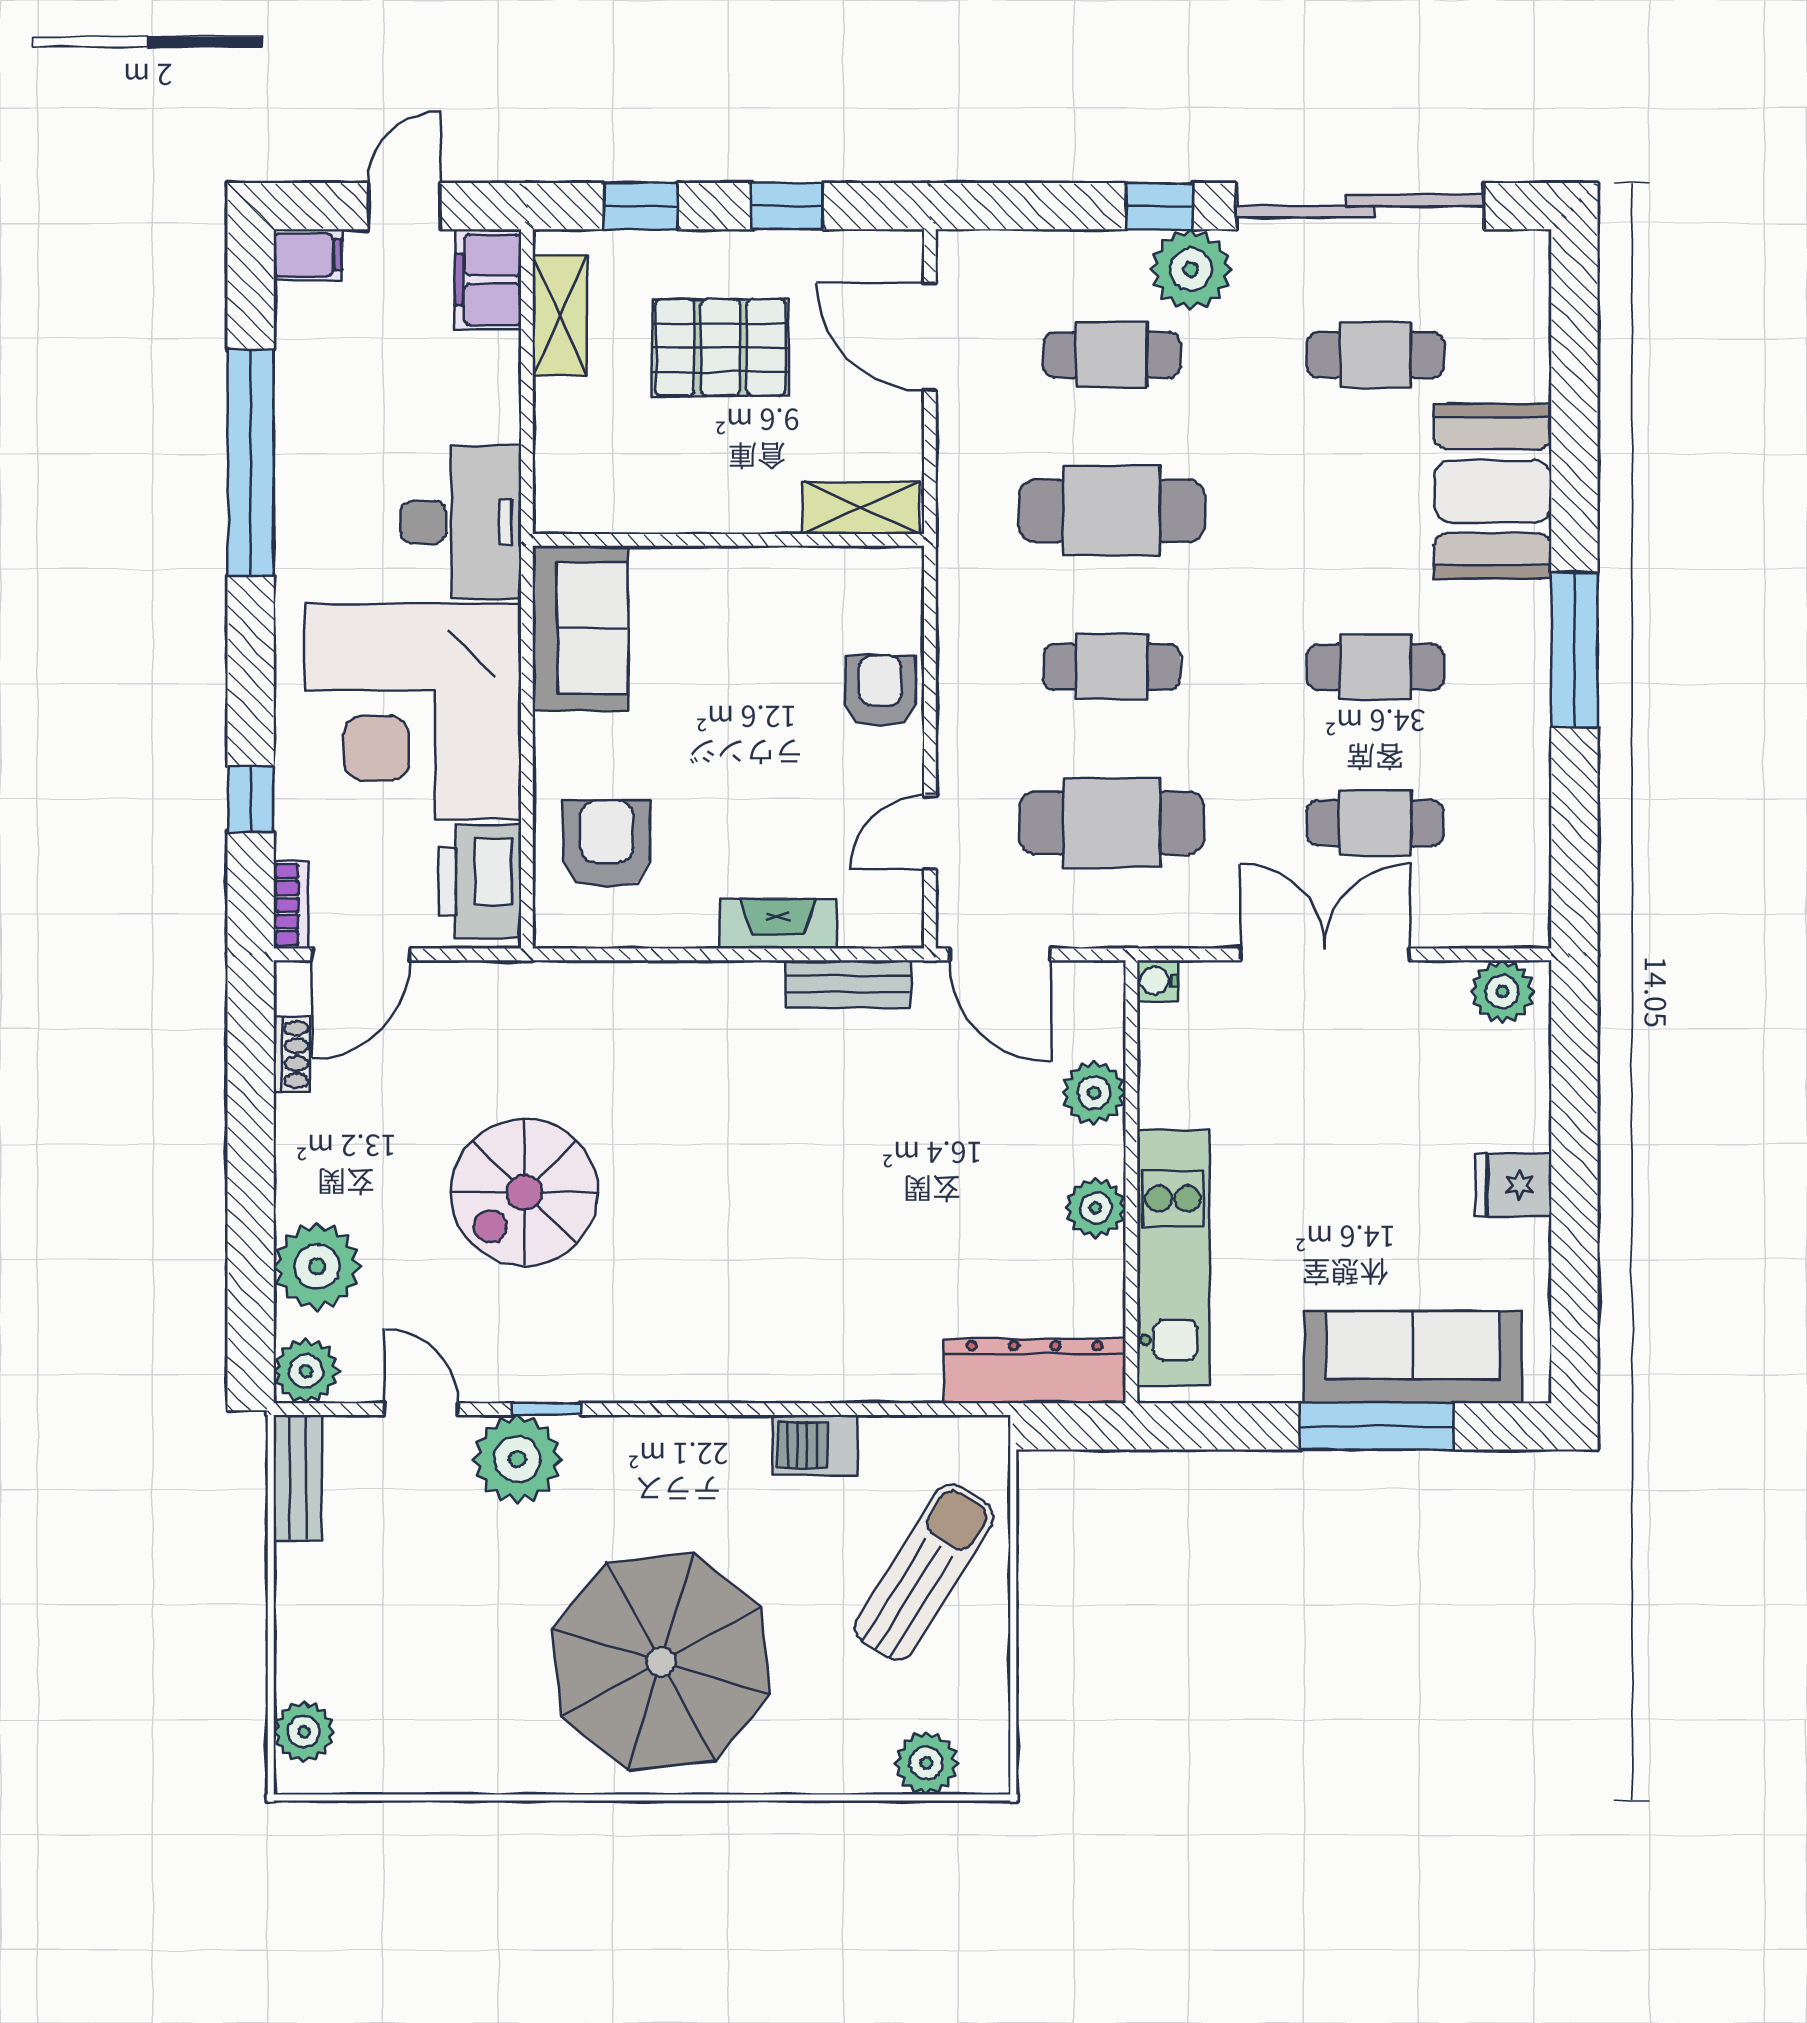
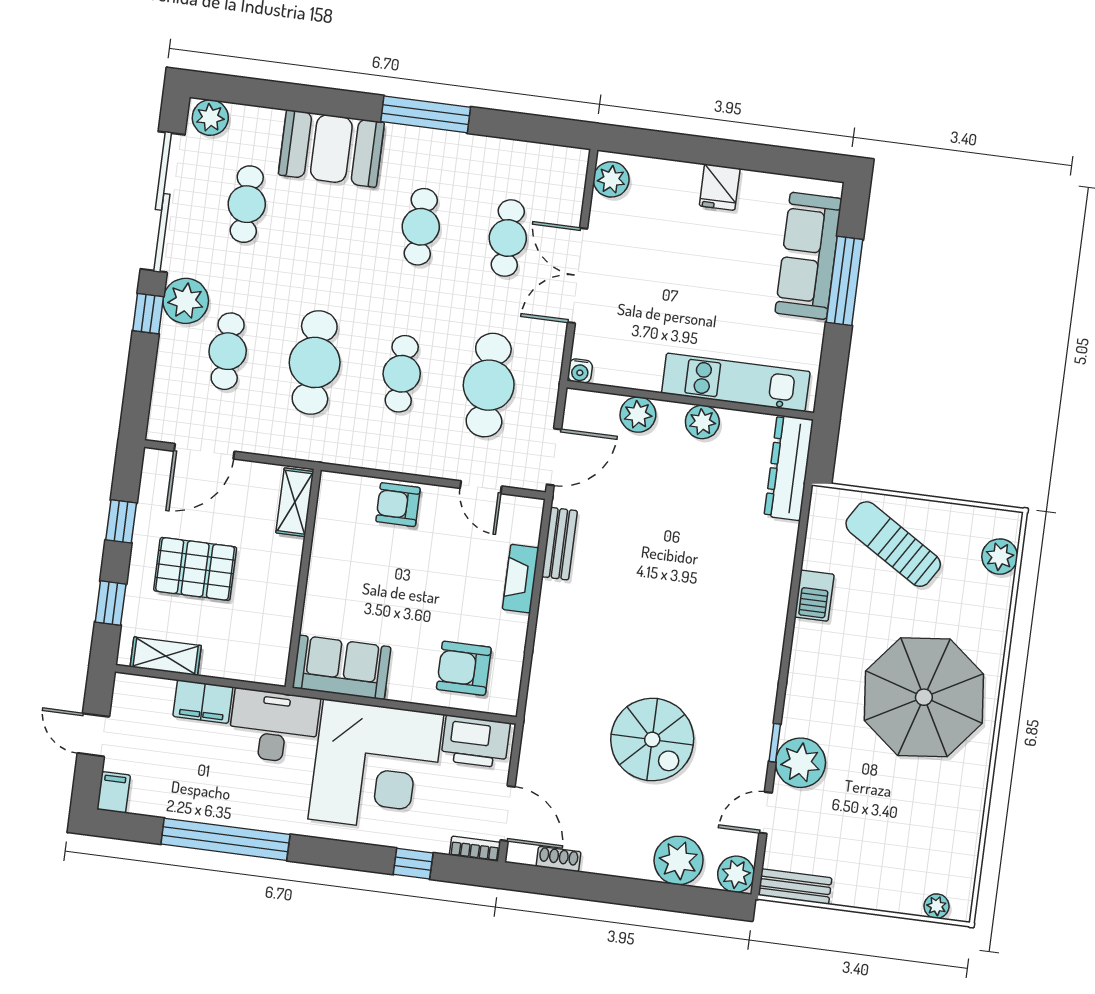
plant: (1520, 271) -> (210, 118), added
filing cabinet: (488, 280) -> (203, 702), moved
pallet: (720, 347) -> (195, 569), turned 90
plant: (304, 1732) -> (937, 906), width x0.73, depth x0.73

